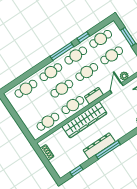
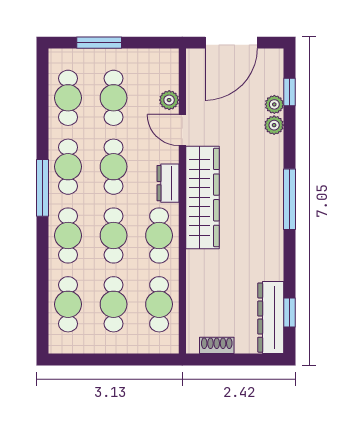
window: (83, 37) -> (42, 129), removed
cafe table: (37, 105) -> (114, 304), added
wardrobe: (85, 120) -> (202, 197), moved
dresser: (99, 146) -> (271, 318), moved
window: (108, 150) -> (289, 199), moved

